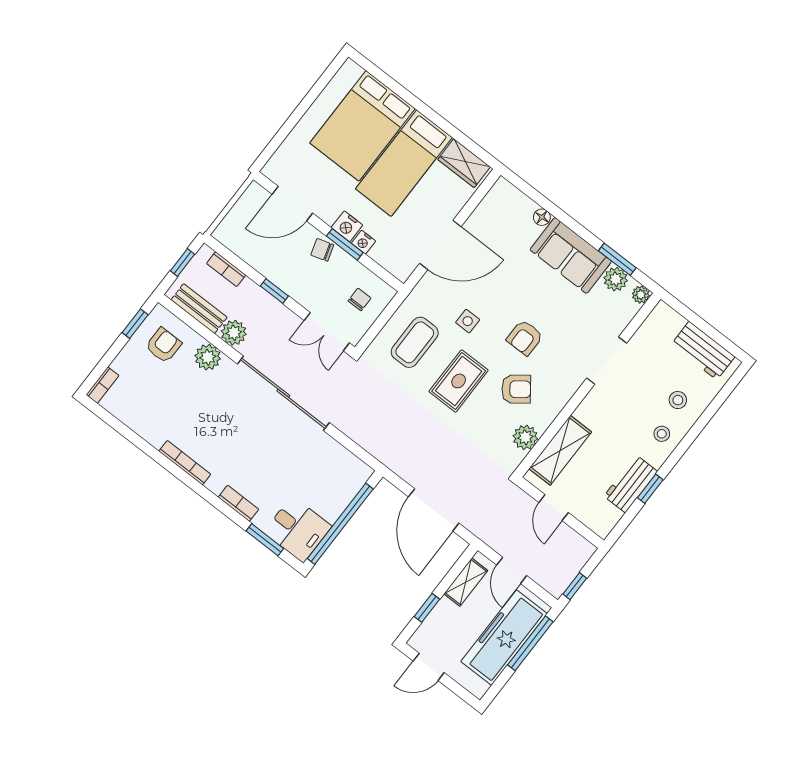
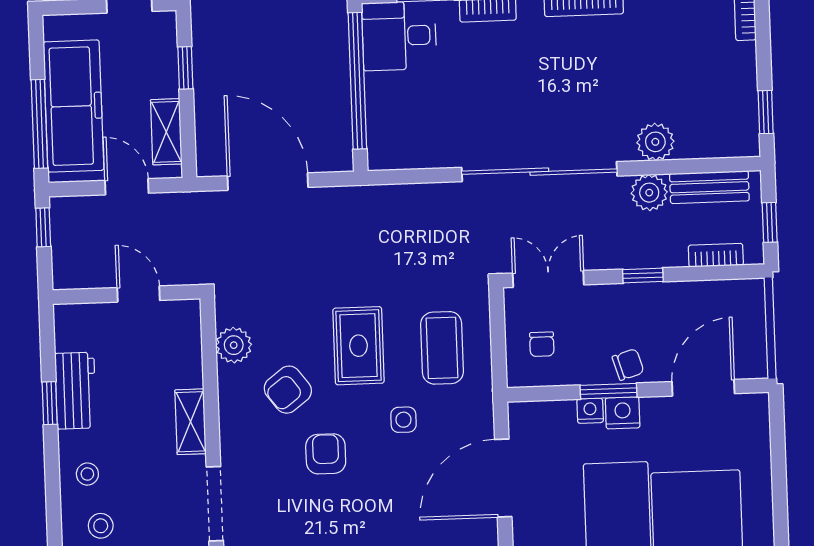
armchair: (164, 345) -> (715, 114), removed
shelving: (560, 450) -> (191, 422), moved, width x0.67, depth x0.75

